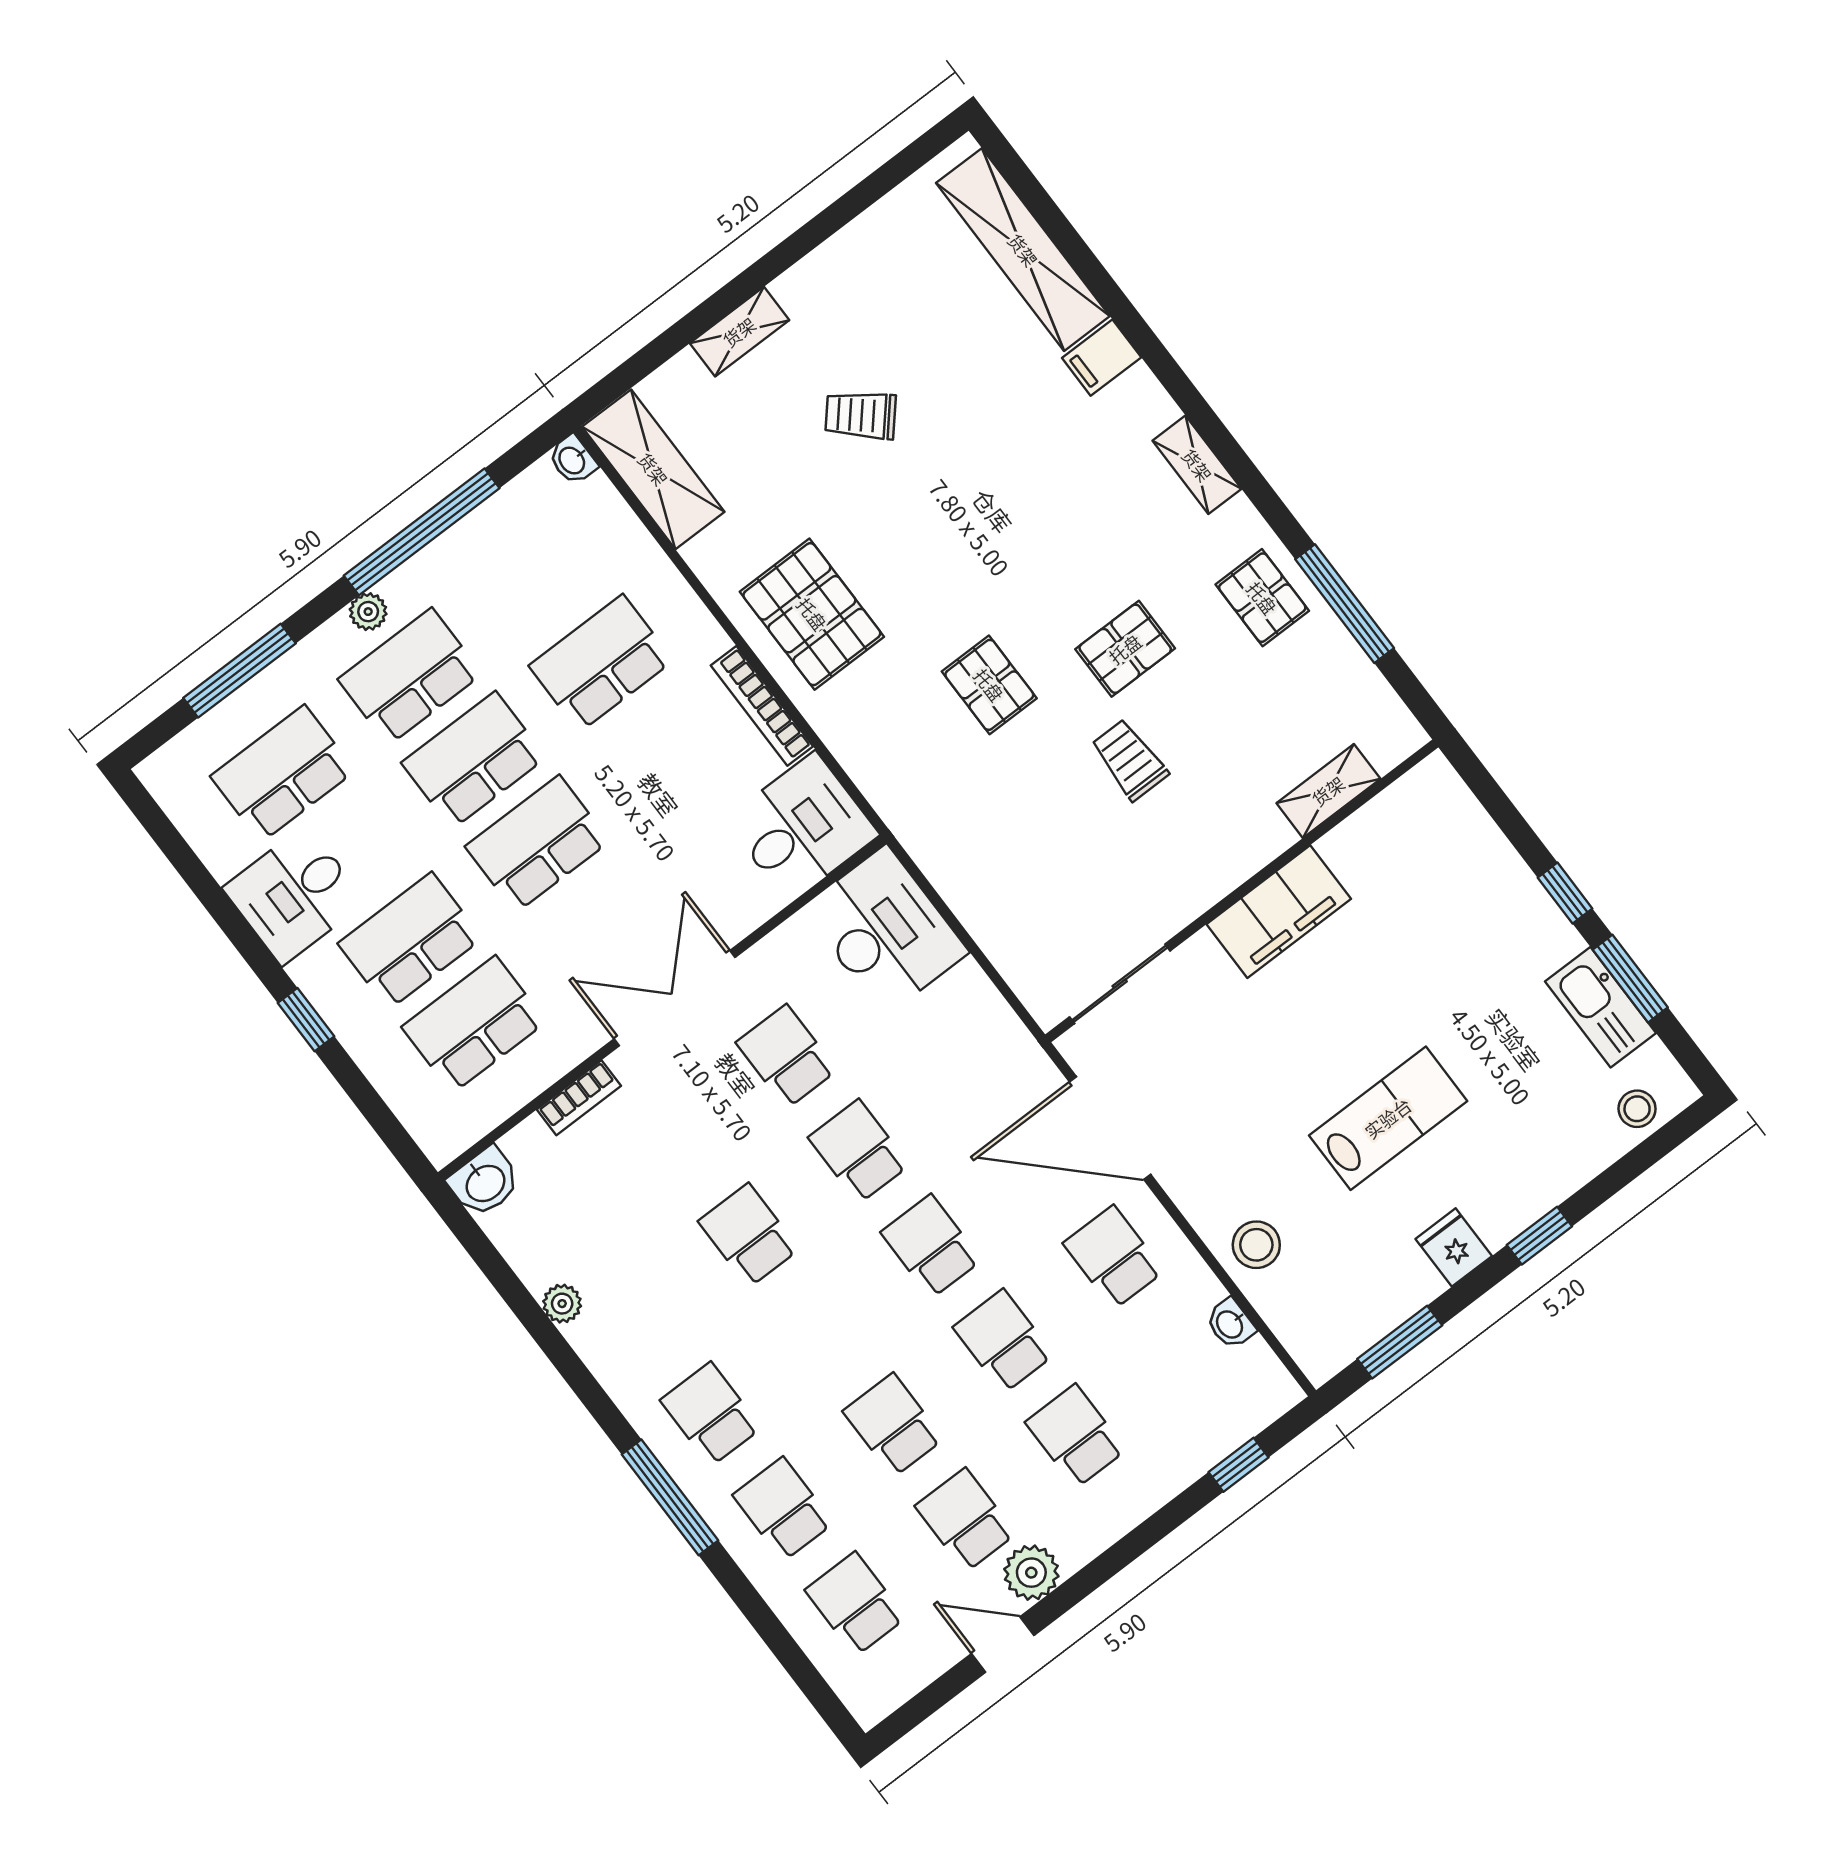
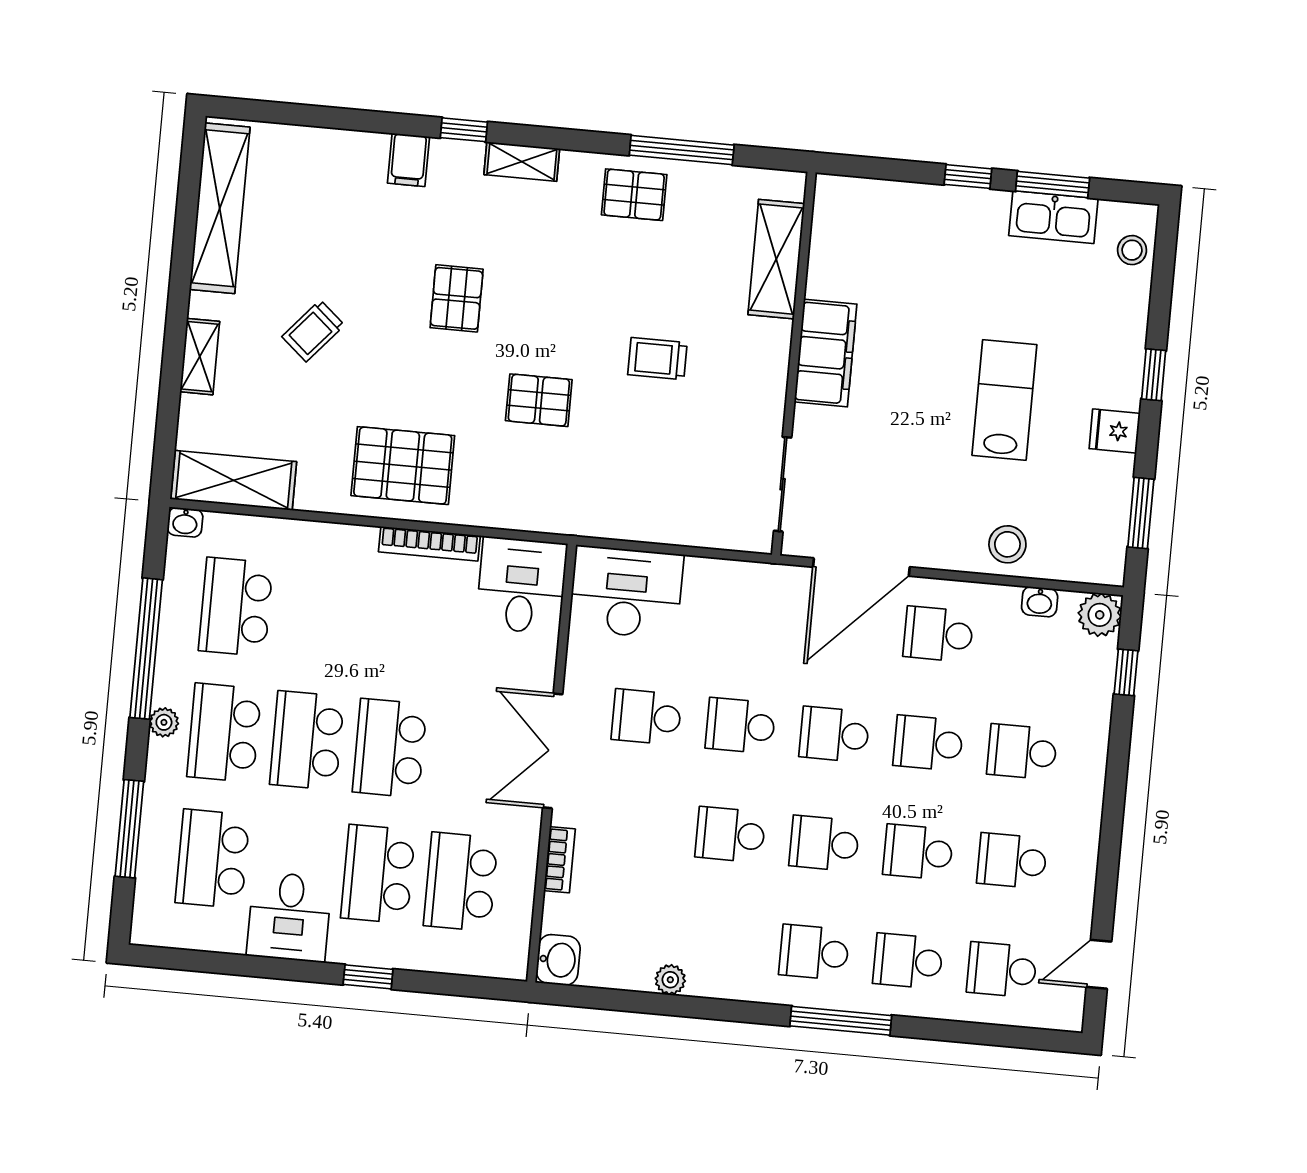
shelving: (1023, 250) -> (220, 208), moved, turned 90
window: (1177, 384) -> (464, 130), added
pallet: (1125, 649) -> (457, 298), moved
school desk: (601, 663) -> (236, 607), moved
shelving: (1328, 791) -> (776, 259), width x1.50, depth x1.33
school desk: (821, 1330) -> (824, 843), added
plant: (1031, 1573) -> (1100, 615), moved
door: (1003, 1644) -> (1099, 964), moved

